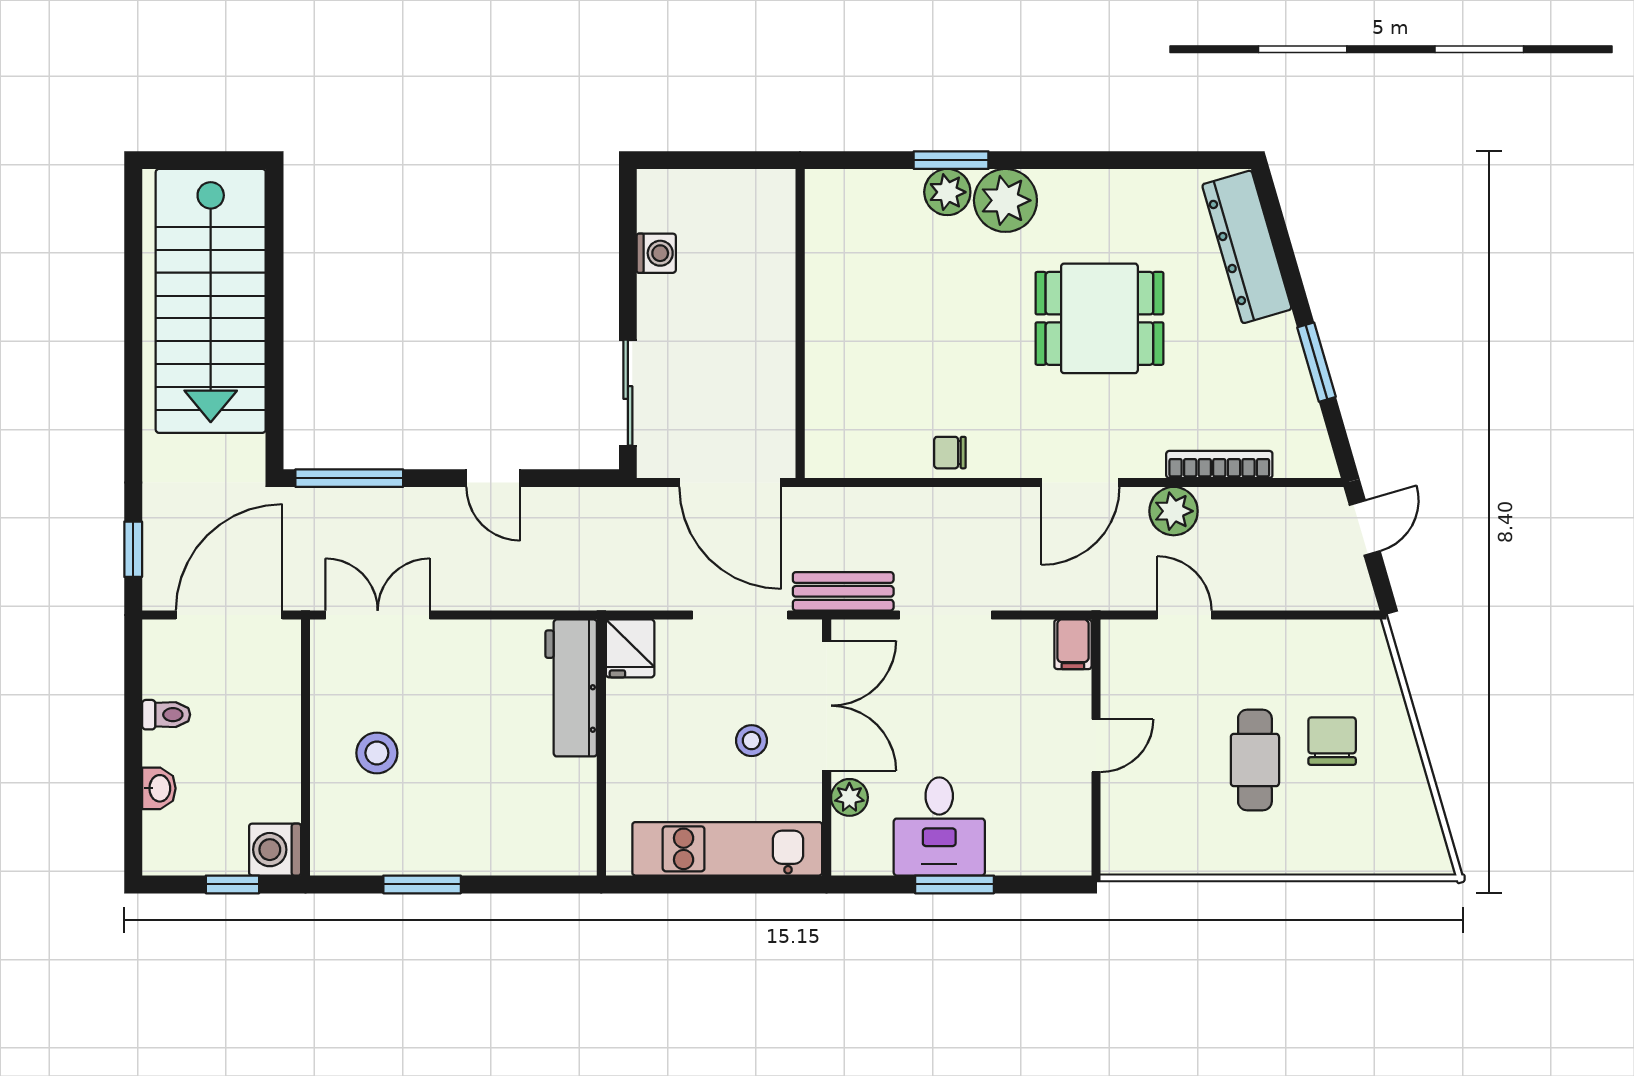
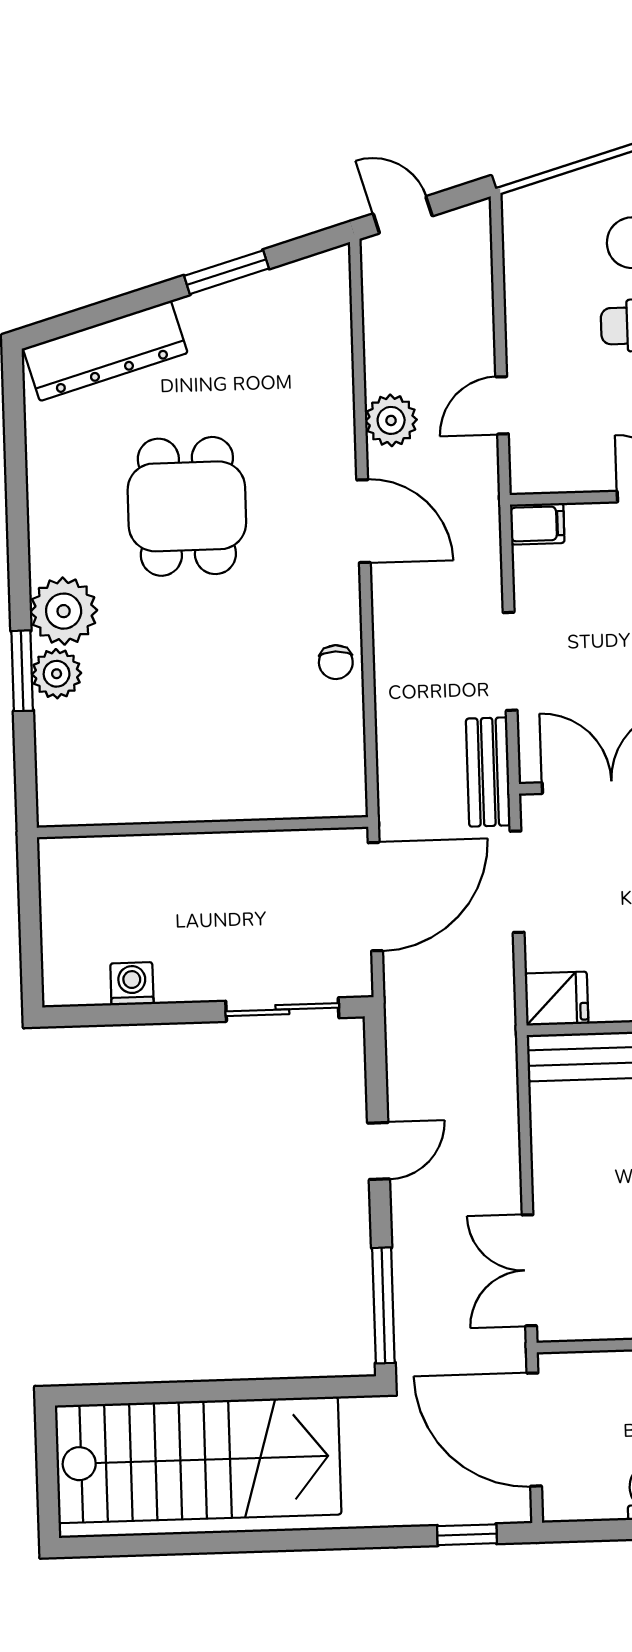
bookcase: (1219, 464) -> (340, 373), removed

